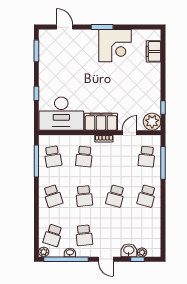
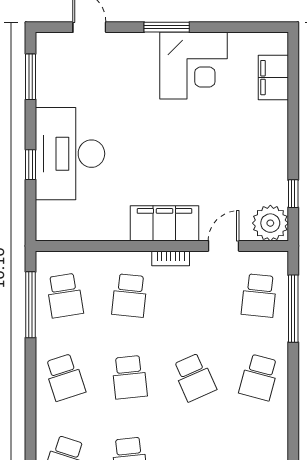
desk: (61, 114) -> (70, 154), moved, turned 90
school desk: (115, 196) -> (194, 377), turned -39

